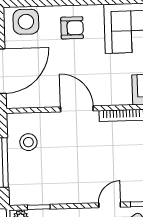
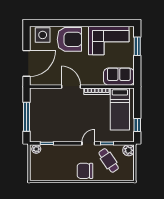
armchair: (72, 28) -> (69, 39), width x1.88, depth x1.88
stool: (28, 142) -> (42, 105), removed

